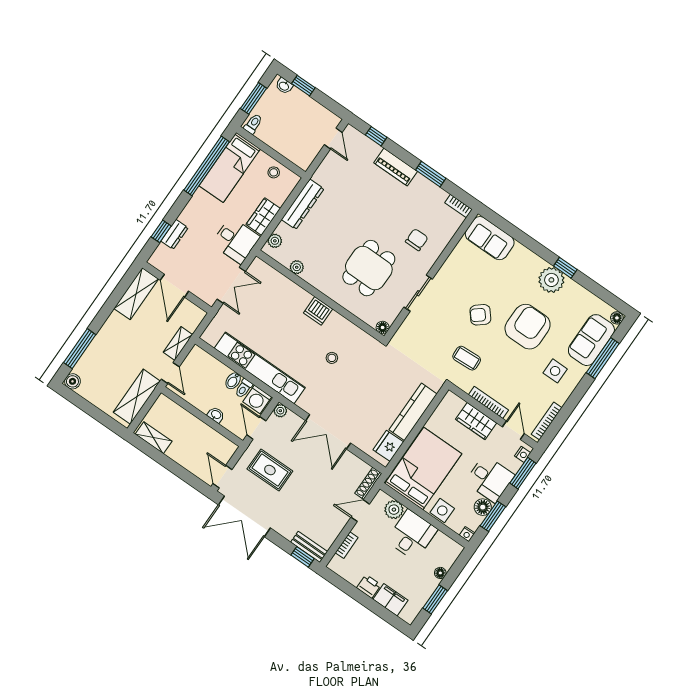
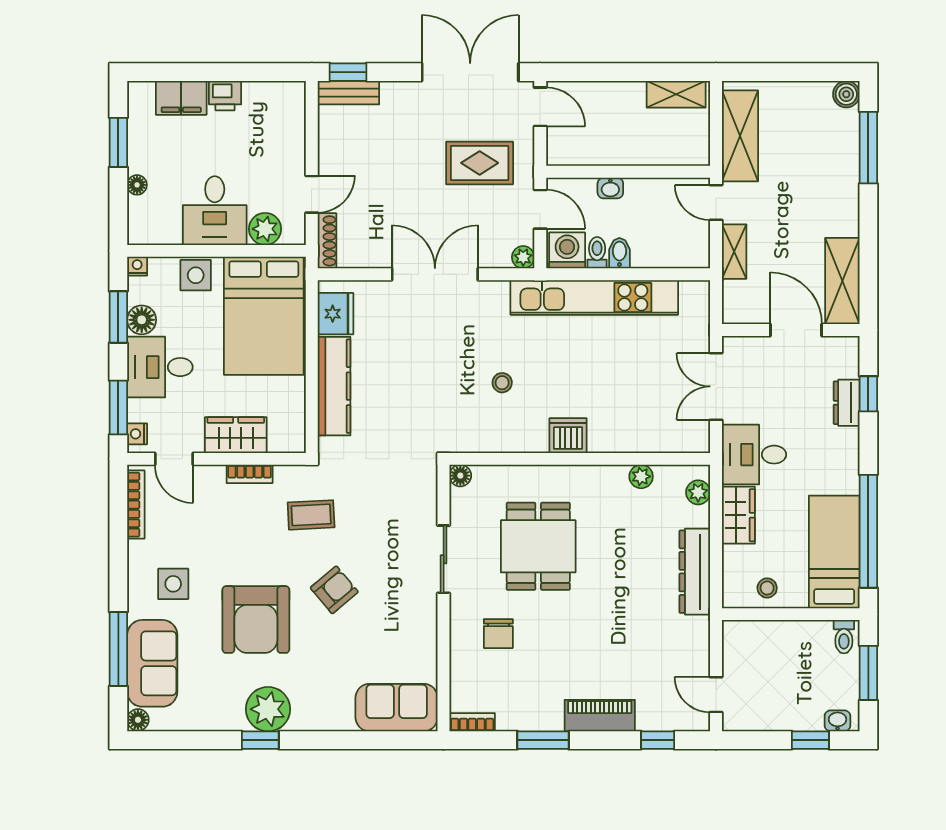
bookcase: (489, 402) -> (250, 474), width x0.64
bookcase: (347, 545) -> (297, 132), removed

